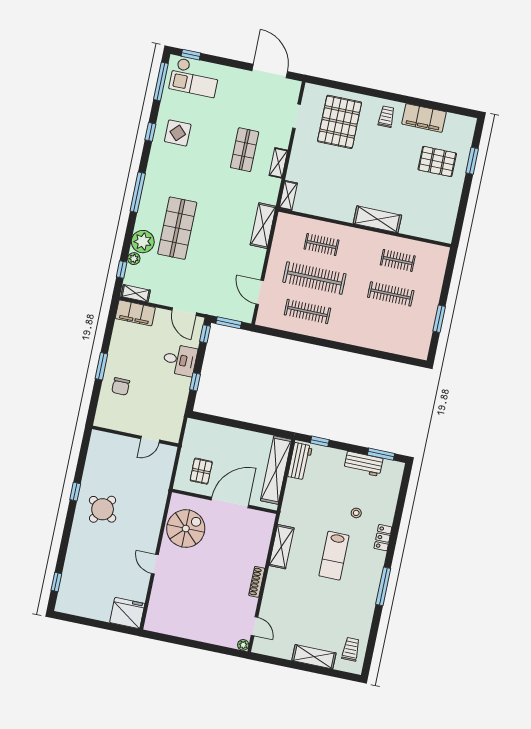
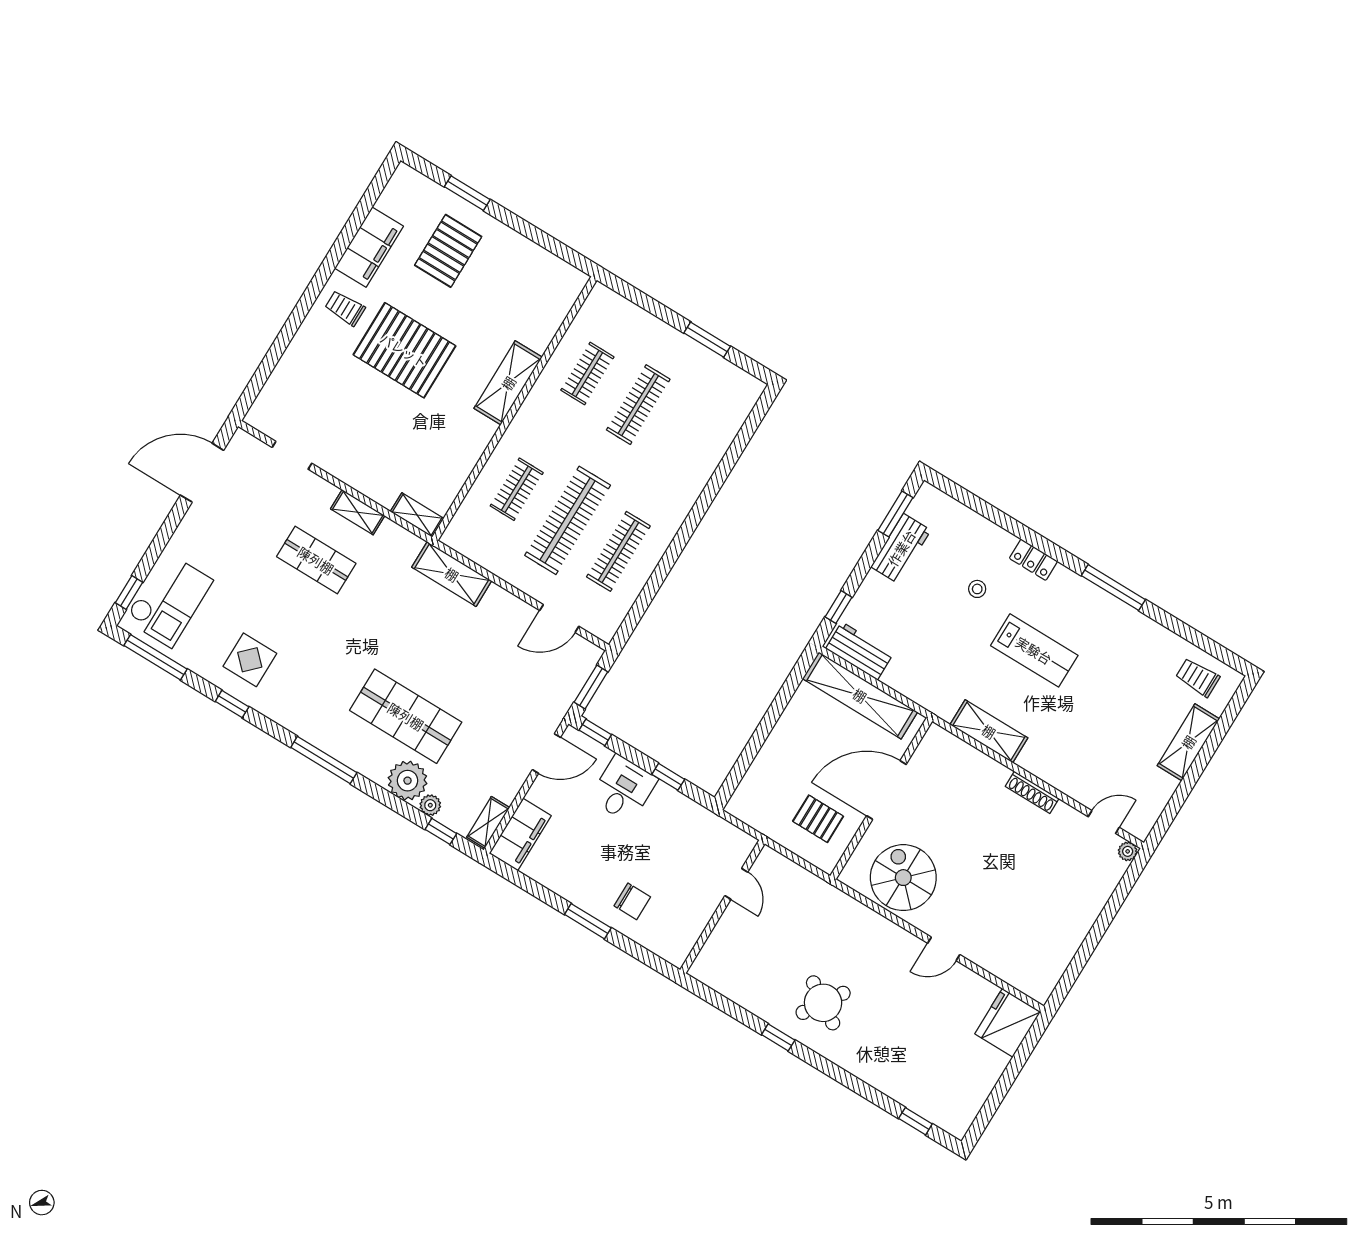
pallet: (340, 122) -> (404, 350), moved
door: (230, 503) -> (886, 790), hinge flipped

